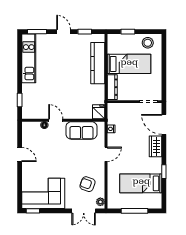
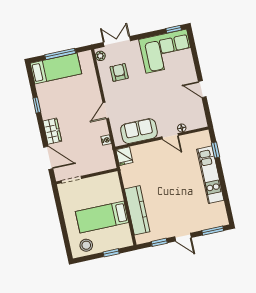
kitchen unit: (29, 58) -> (210, 175), moved
dresser: (112, 87) -> (115, 187), removed
bed: (141, 183) -> (56, 68), moved
armchair: (88, 184) -> (119, 72), turned -109

